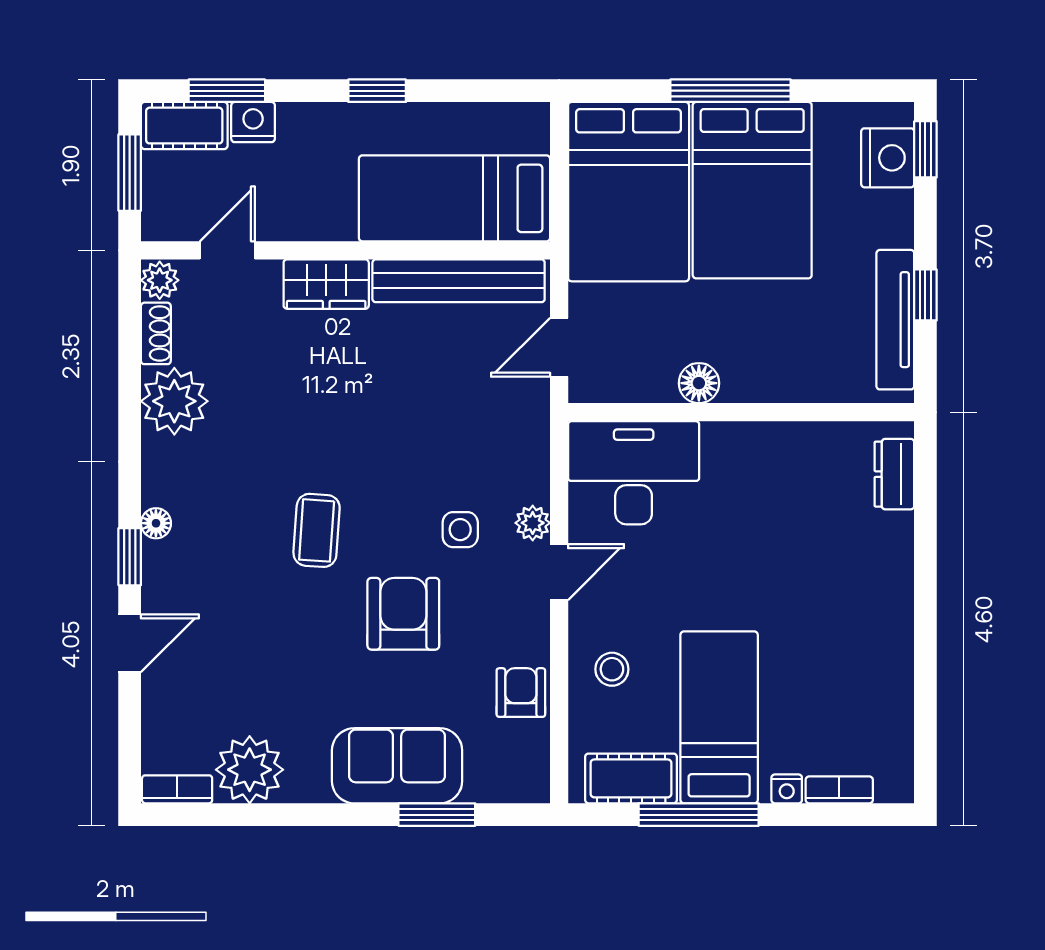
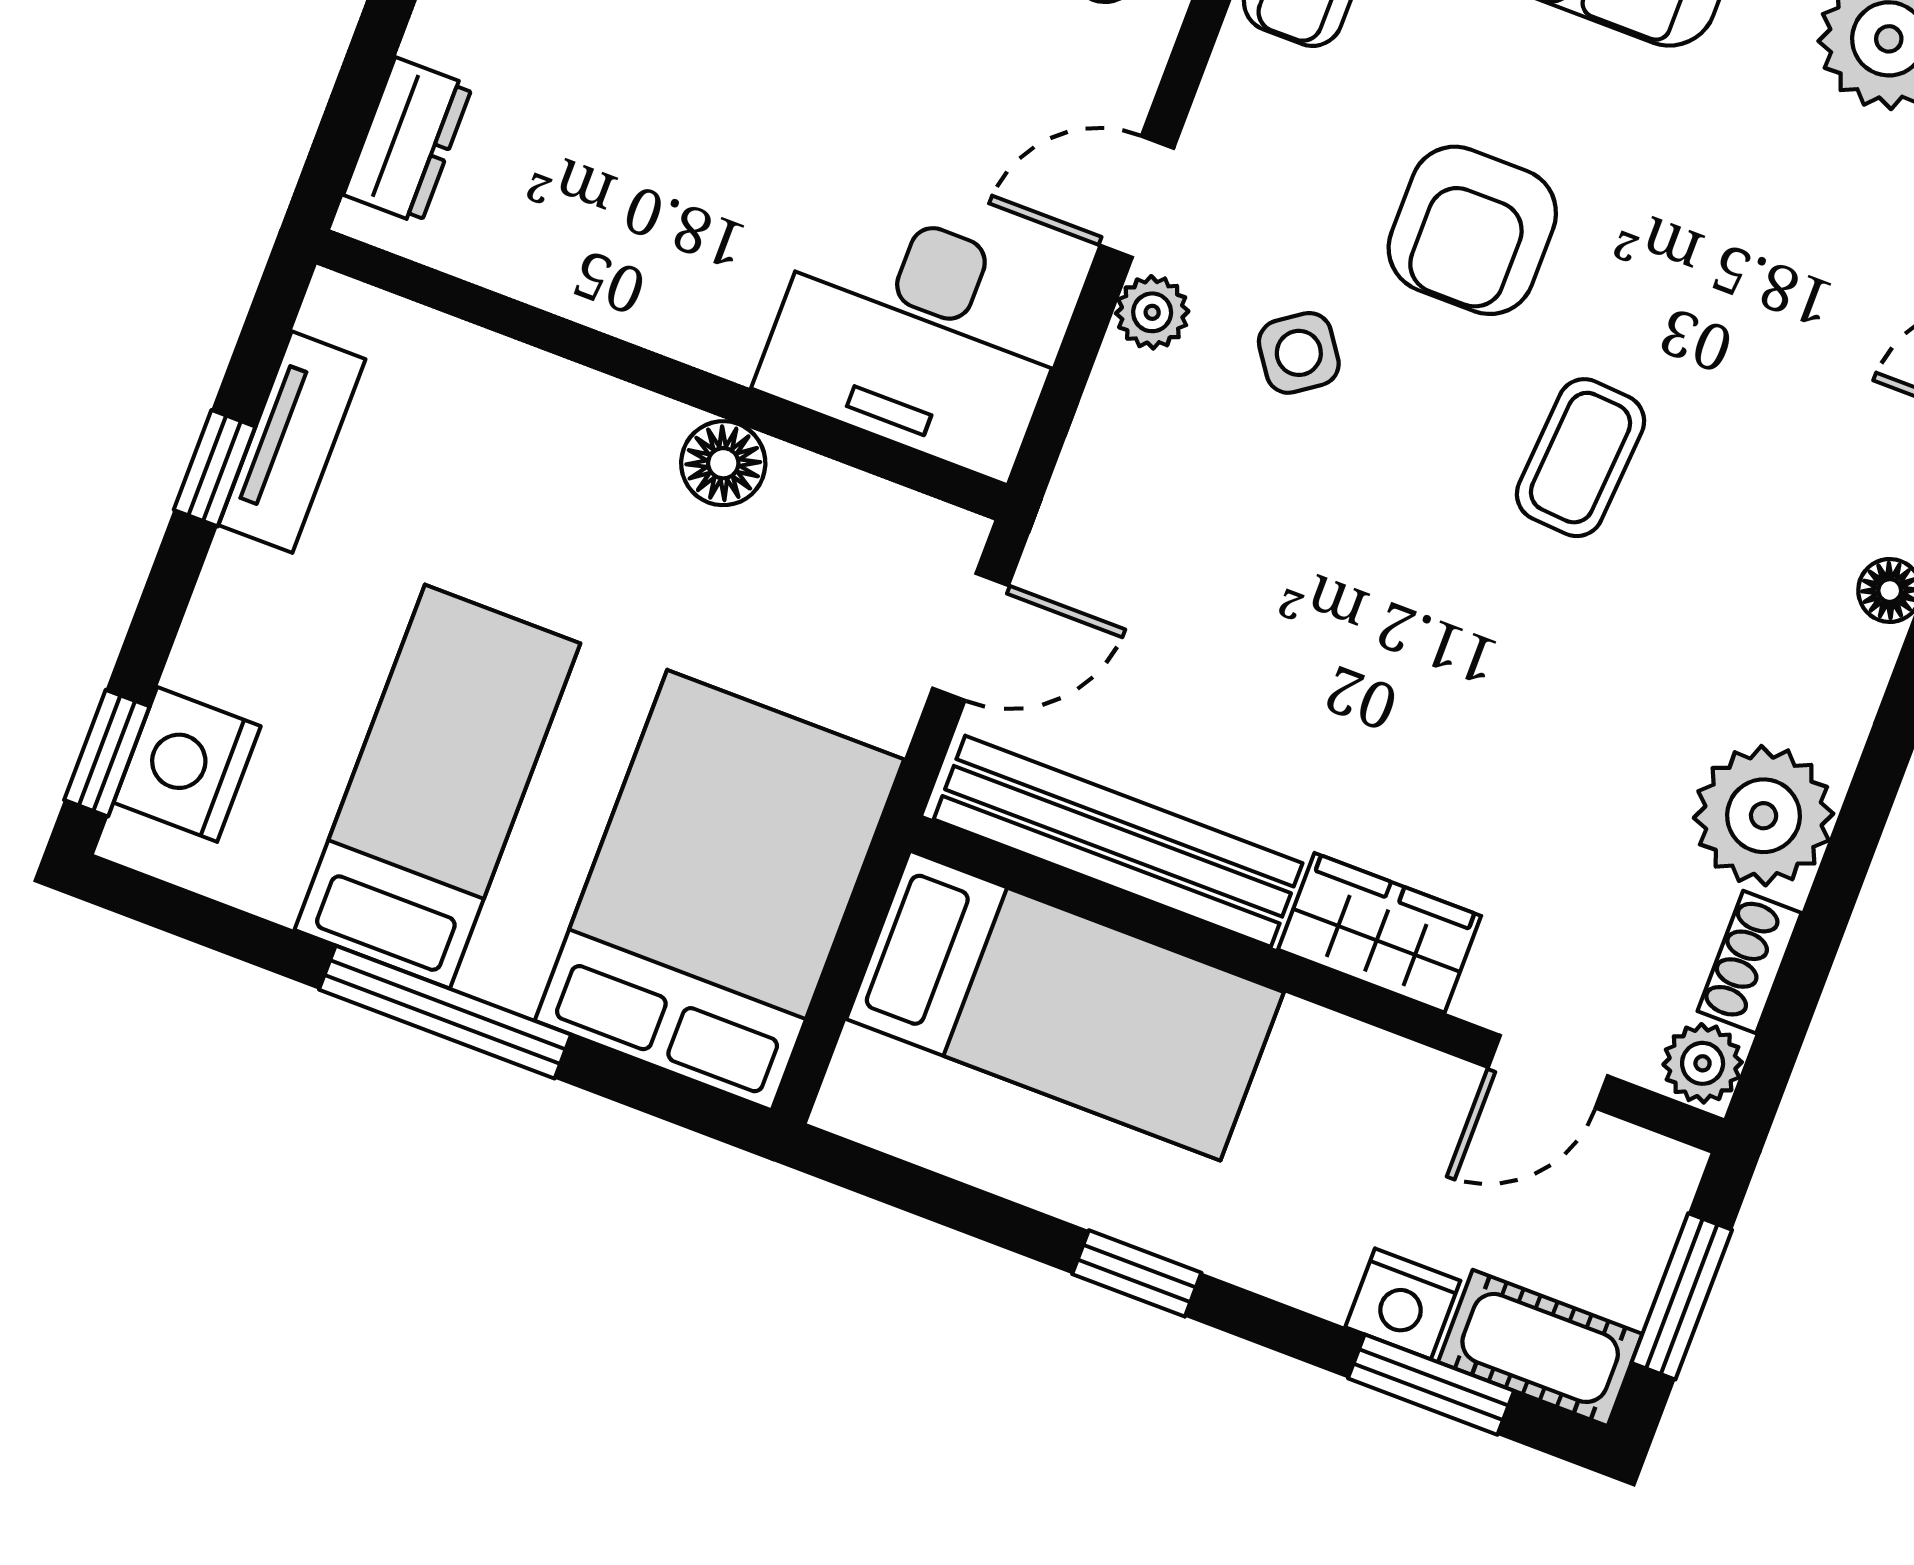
bed: (752, 190) -> (437, 787), width x0.67
tv unit: (895, 320) -> (292, 442), width x0.71
side table: (460, 530) -> (1299, 353), turned -35

